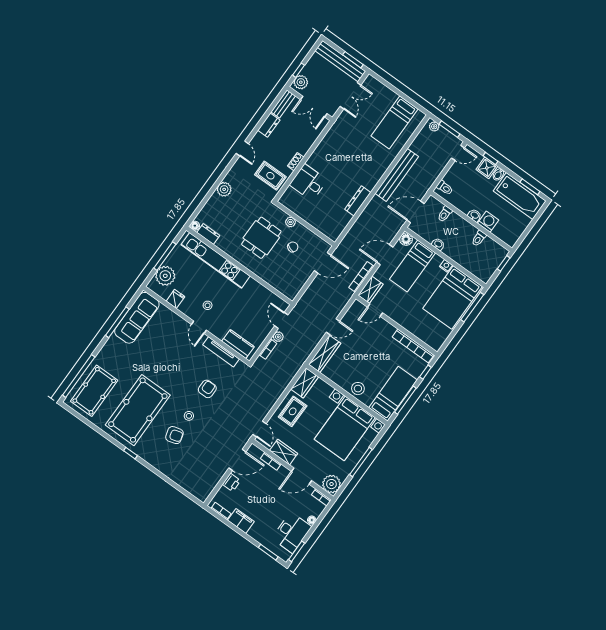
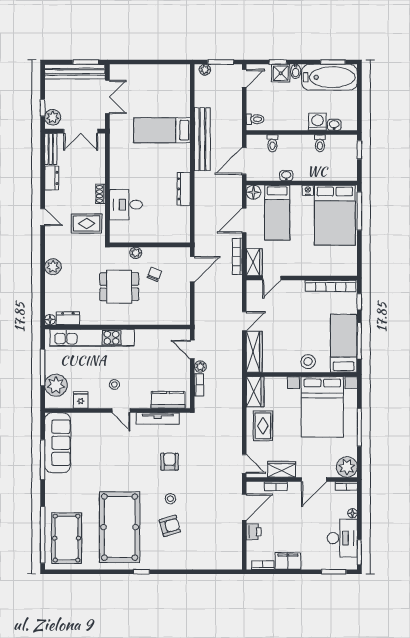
bed: (394, 122) -> (162, 130), moved, turned 90
washbasin: (475, 215) -> (334, 125), moved
dining table: (261, 238) -> (119, 287), turned 90

